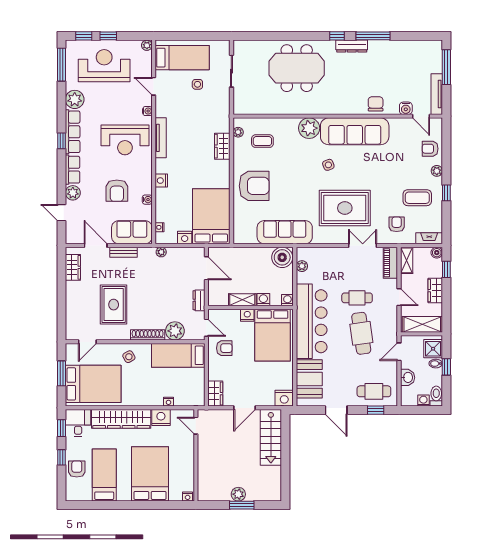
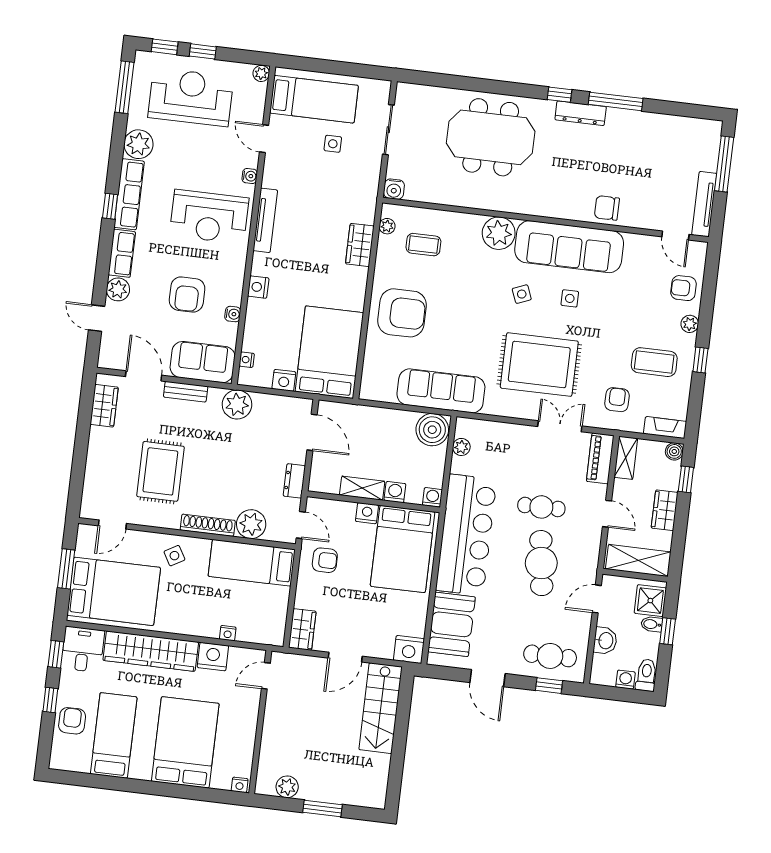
chair: (376, 104) -> (607, 208), turned -90
water cooler: (406, 108) -> (394, 189), moved
side table: (359, 164) -> (570, 298), added
plant: (161, 252) -> (237, 404), width x1.88, depth x1.88
door: (196, 426) -> (266, 676), hinge flipped
plant: (238, 494) -> (287, 787), moved

